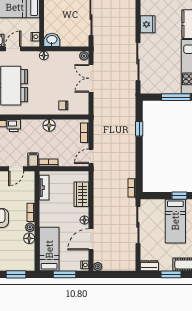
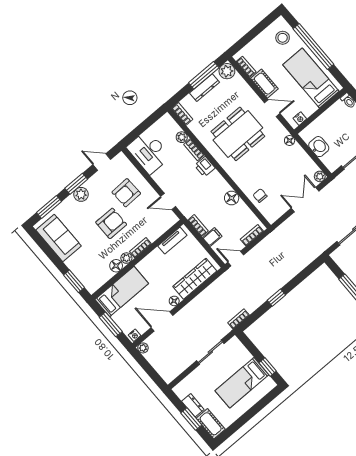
washbasin: (52, 40) -> (319, 147), moved
window: (139, 129) -> (276, 298), moved
filing cabinet: (33, 160) -> (212, 237), moved
wardrobe: (81, 194) -> (195, 279), width x1.50
sliding door: (138, 225) -> (210, 352), width x0.73
dresser: (149, 266) -> (193, 405), moved

